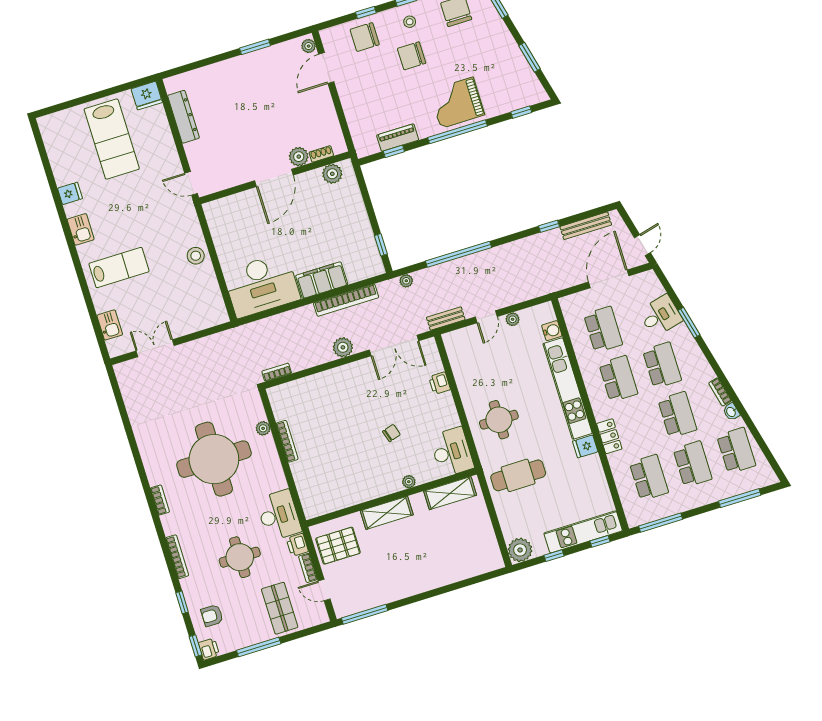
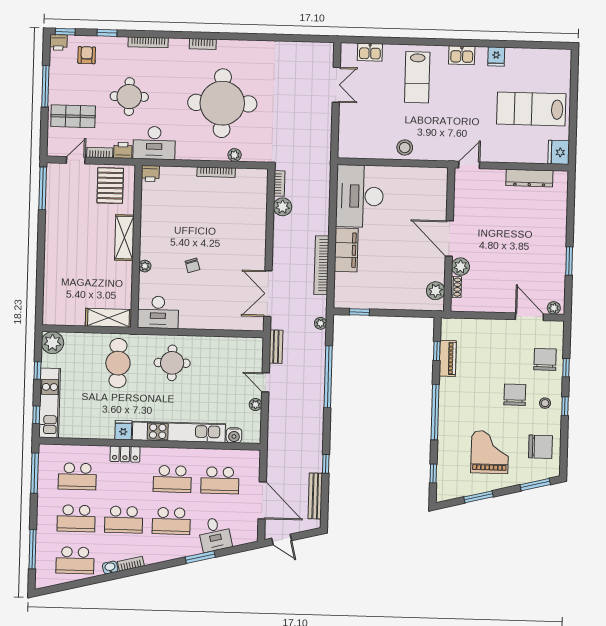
grand piano: (457, 103) -> (490, 452), moved
plant: (343, 347) -> (283, 207), moved
printer: (440, 383) -> (150, 173), moved, turned 180
shelving: (450, 493) -> (108, 318), moved, turned 90

